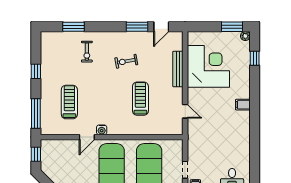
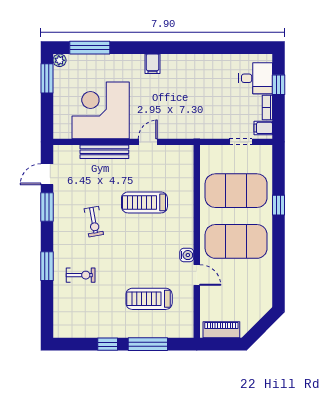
window: (74, 27) -> (47, 266), moved
door: (161, 27) -> (47, 174), swing flipped
window: (255, 58) -> (90, 48), width x2.17
door: (185, 111) -> (148, 142), moved
window: (36, 113) -> (148, 344), moved
window: (36, 154) -> (220, 344), removed
piano: (46, 155) -> (221, 330), added

